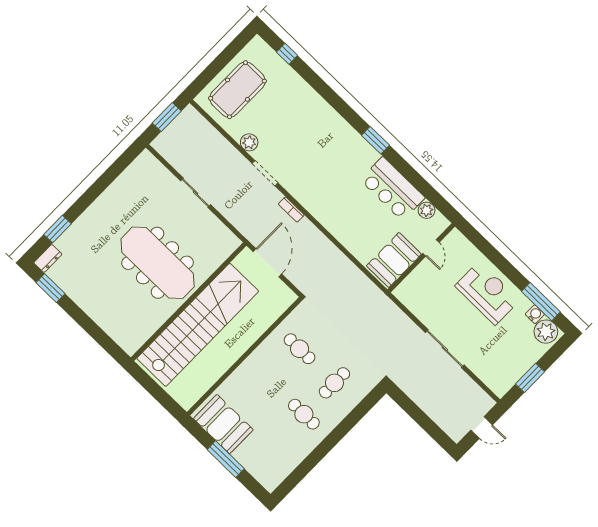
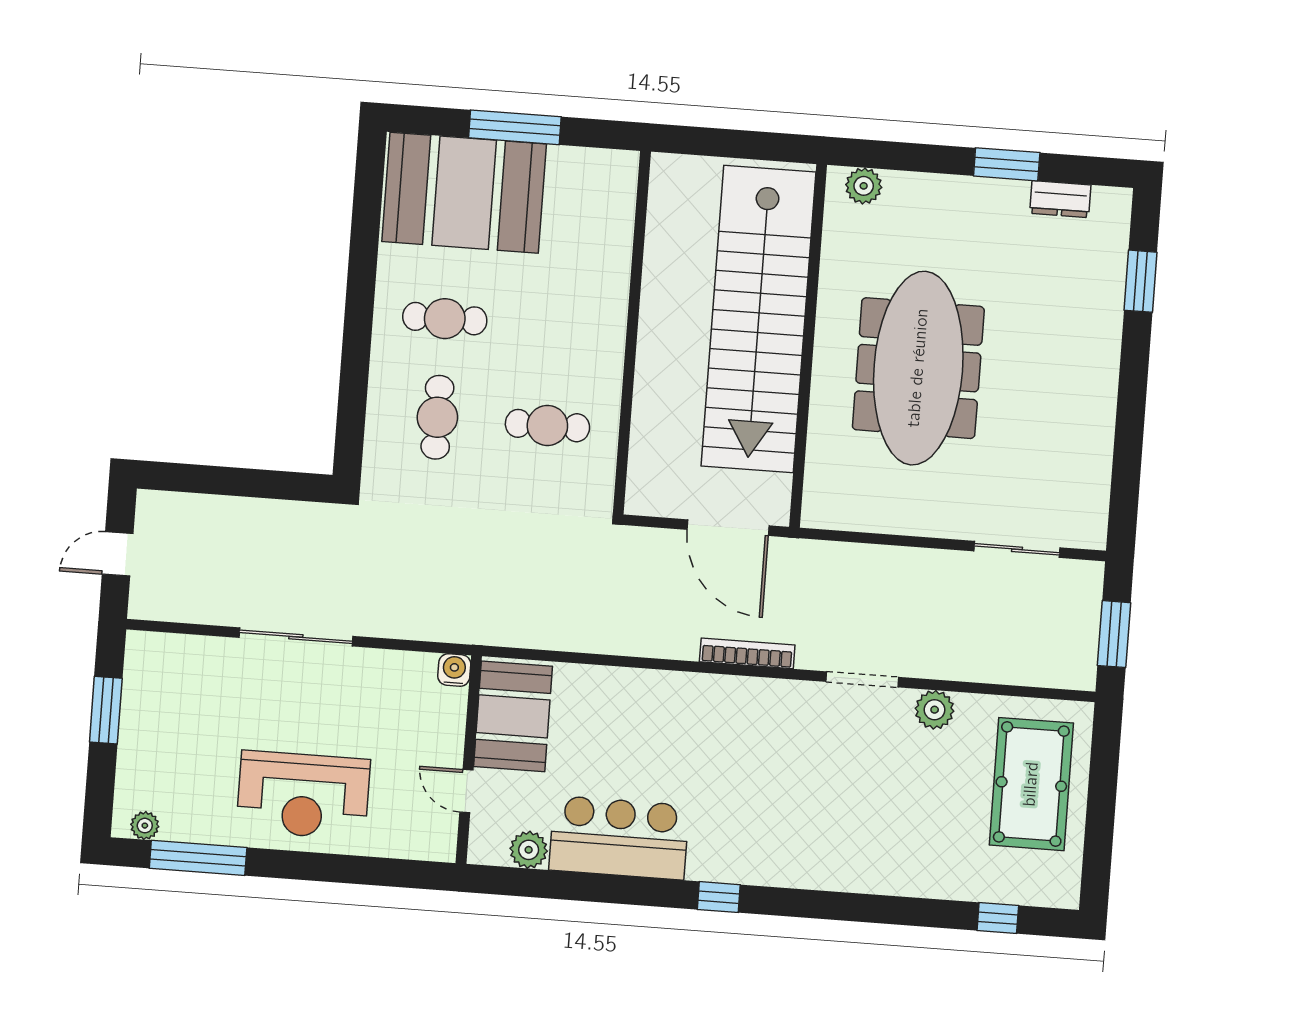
window: (376, 140) -> (719, 897), width x0.67
sliding door: (196, 193) -> (1017, 549), moved
bookcase: (291, 210) -> (747, 653), width x1.56
dresser: (48, 258) -> (1060, 199), moved, turned -90
meeting table: (158, 263) -> (918, 368), turned 90
window: (51, 288) -> (1007, 164), moved
water cooler: (535, 314) -> (454, 670), moved, turned 180
plant: (546, 332) -> (145, 826), width x0.53, depth x0.53
plant: (124, 340) -> (864, 186), added
booth: (223, 424) -> (464, 193), moved, width x1.36, depth x1.42

